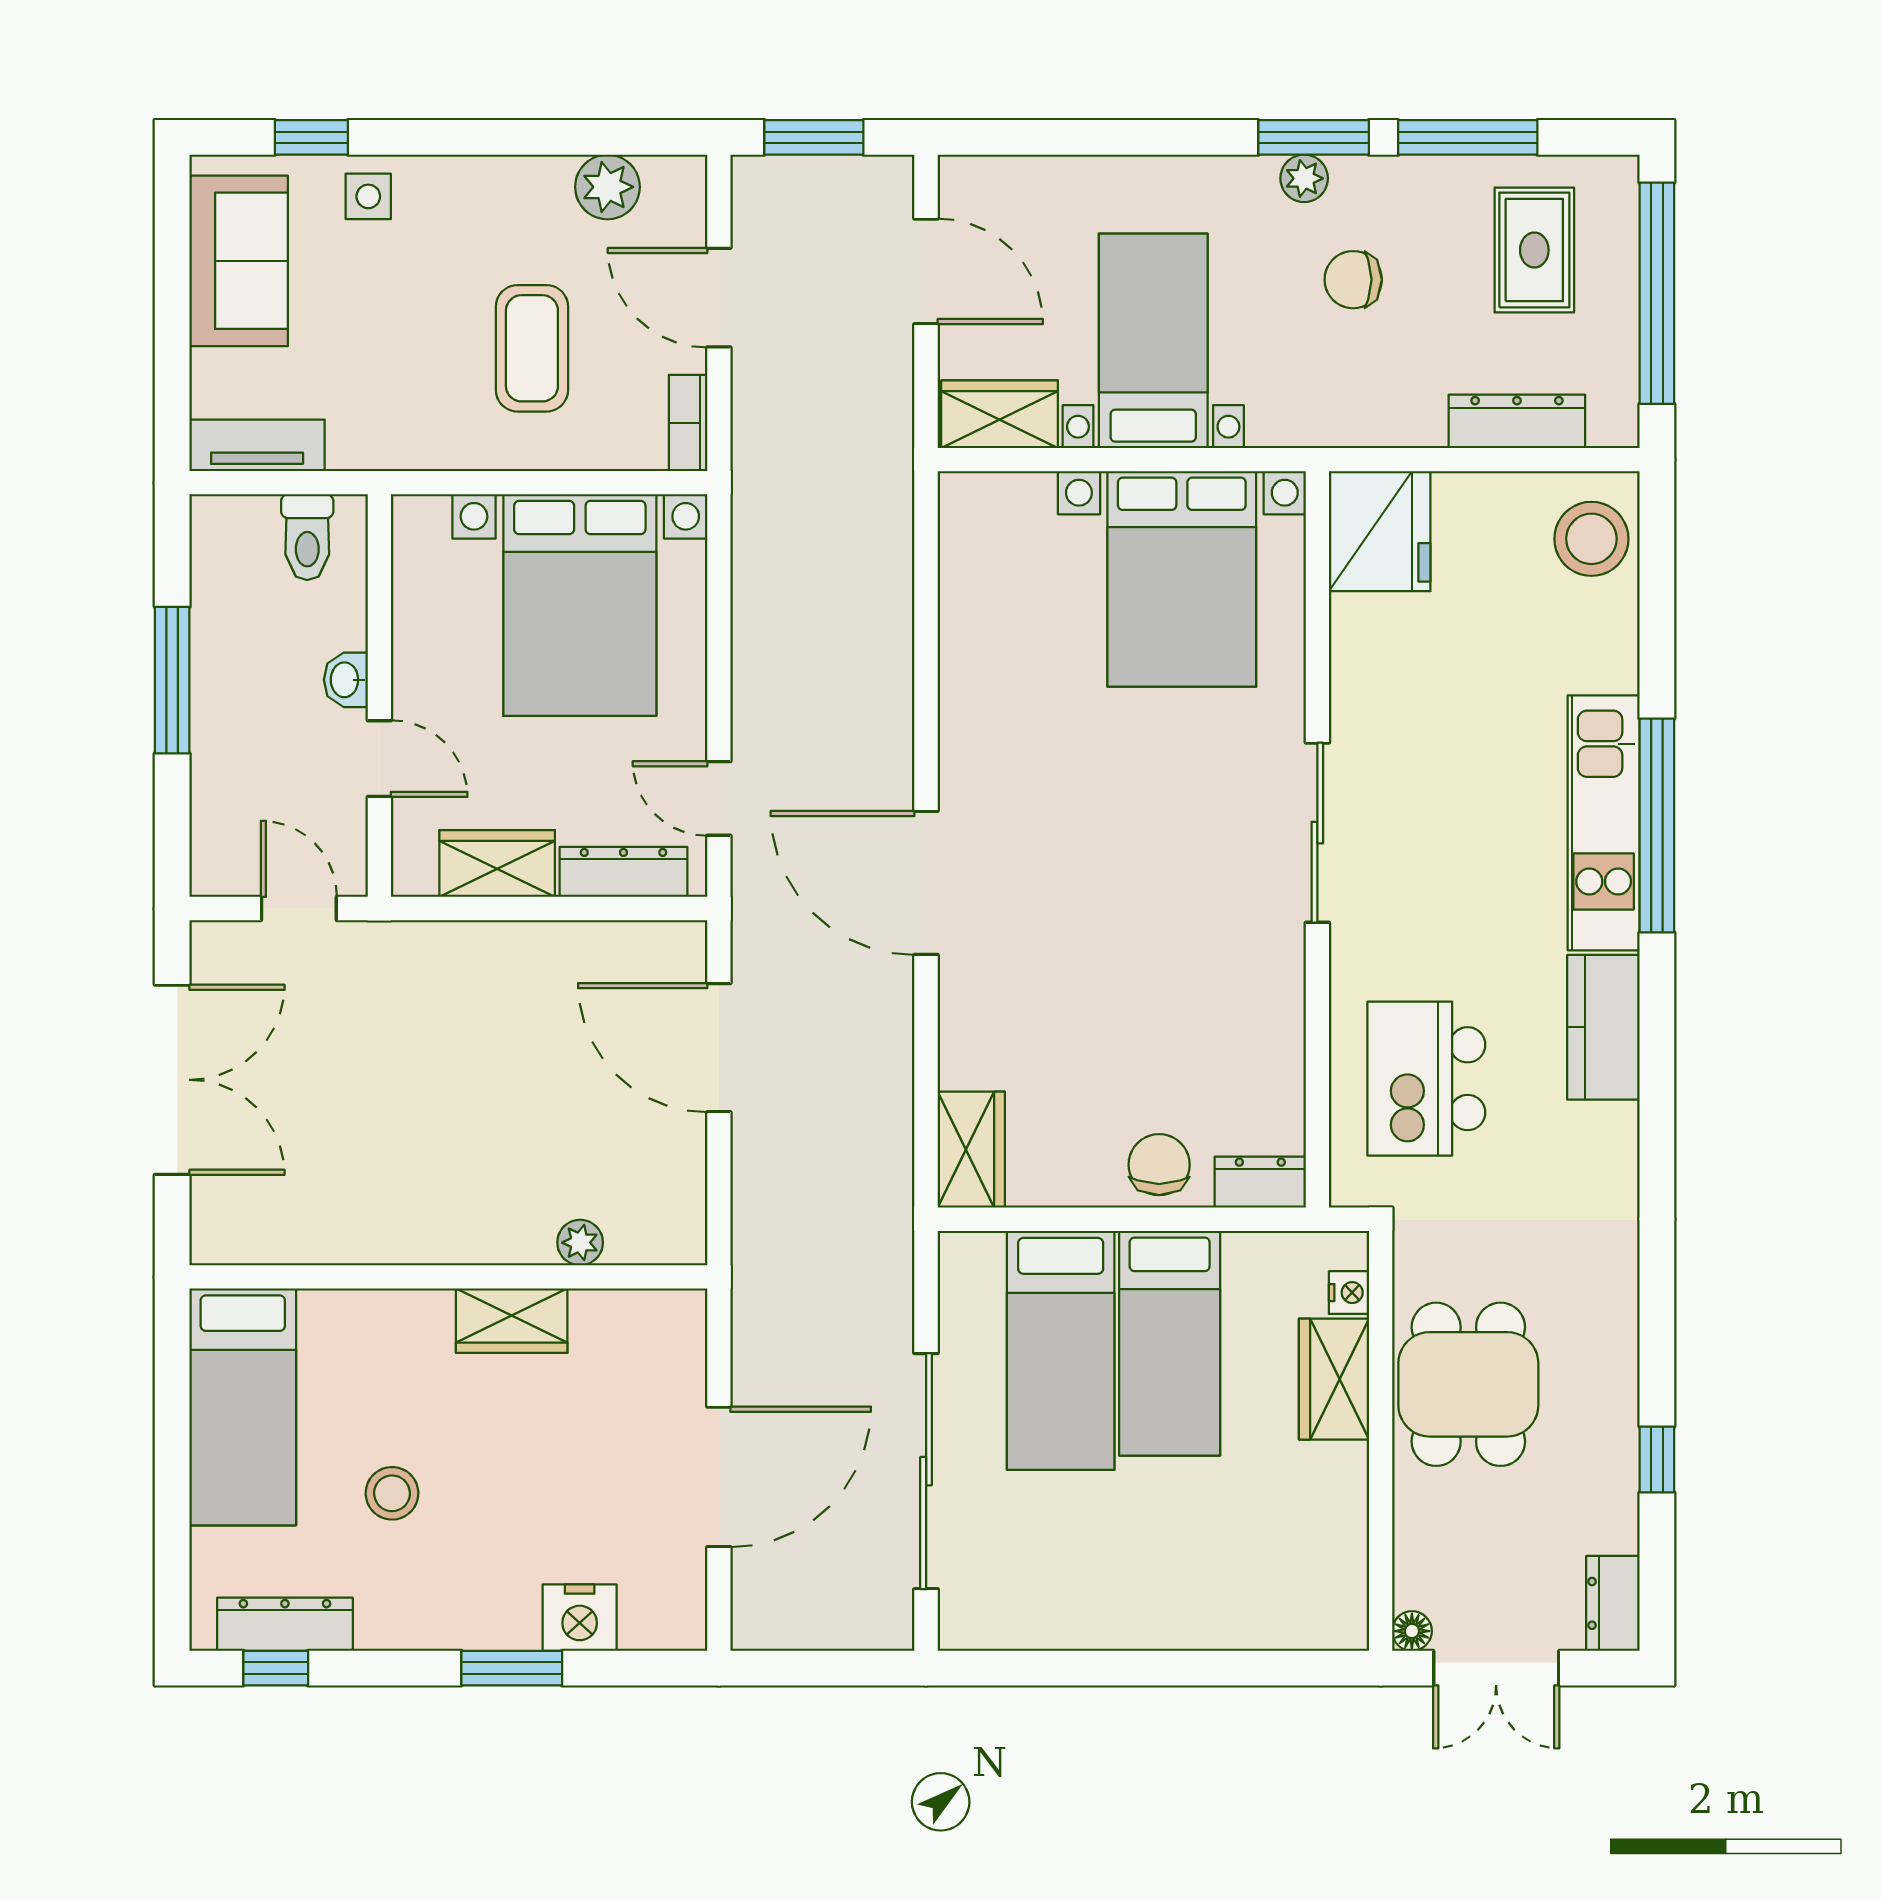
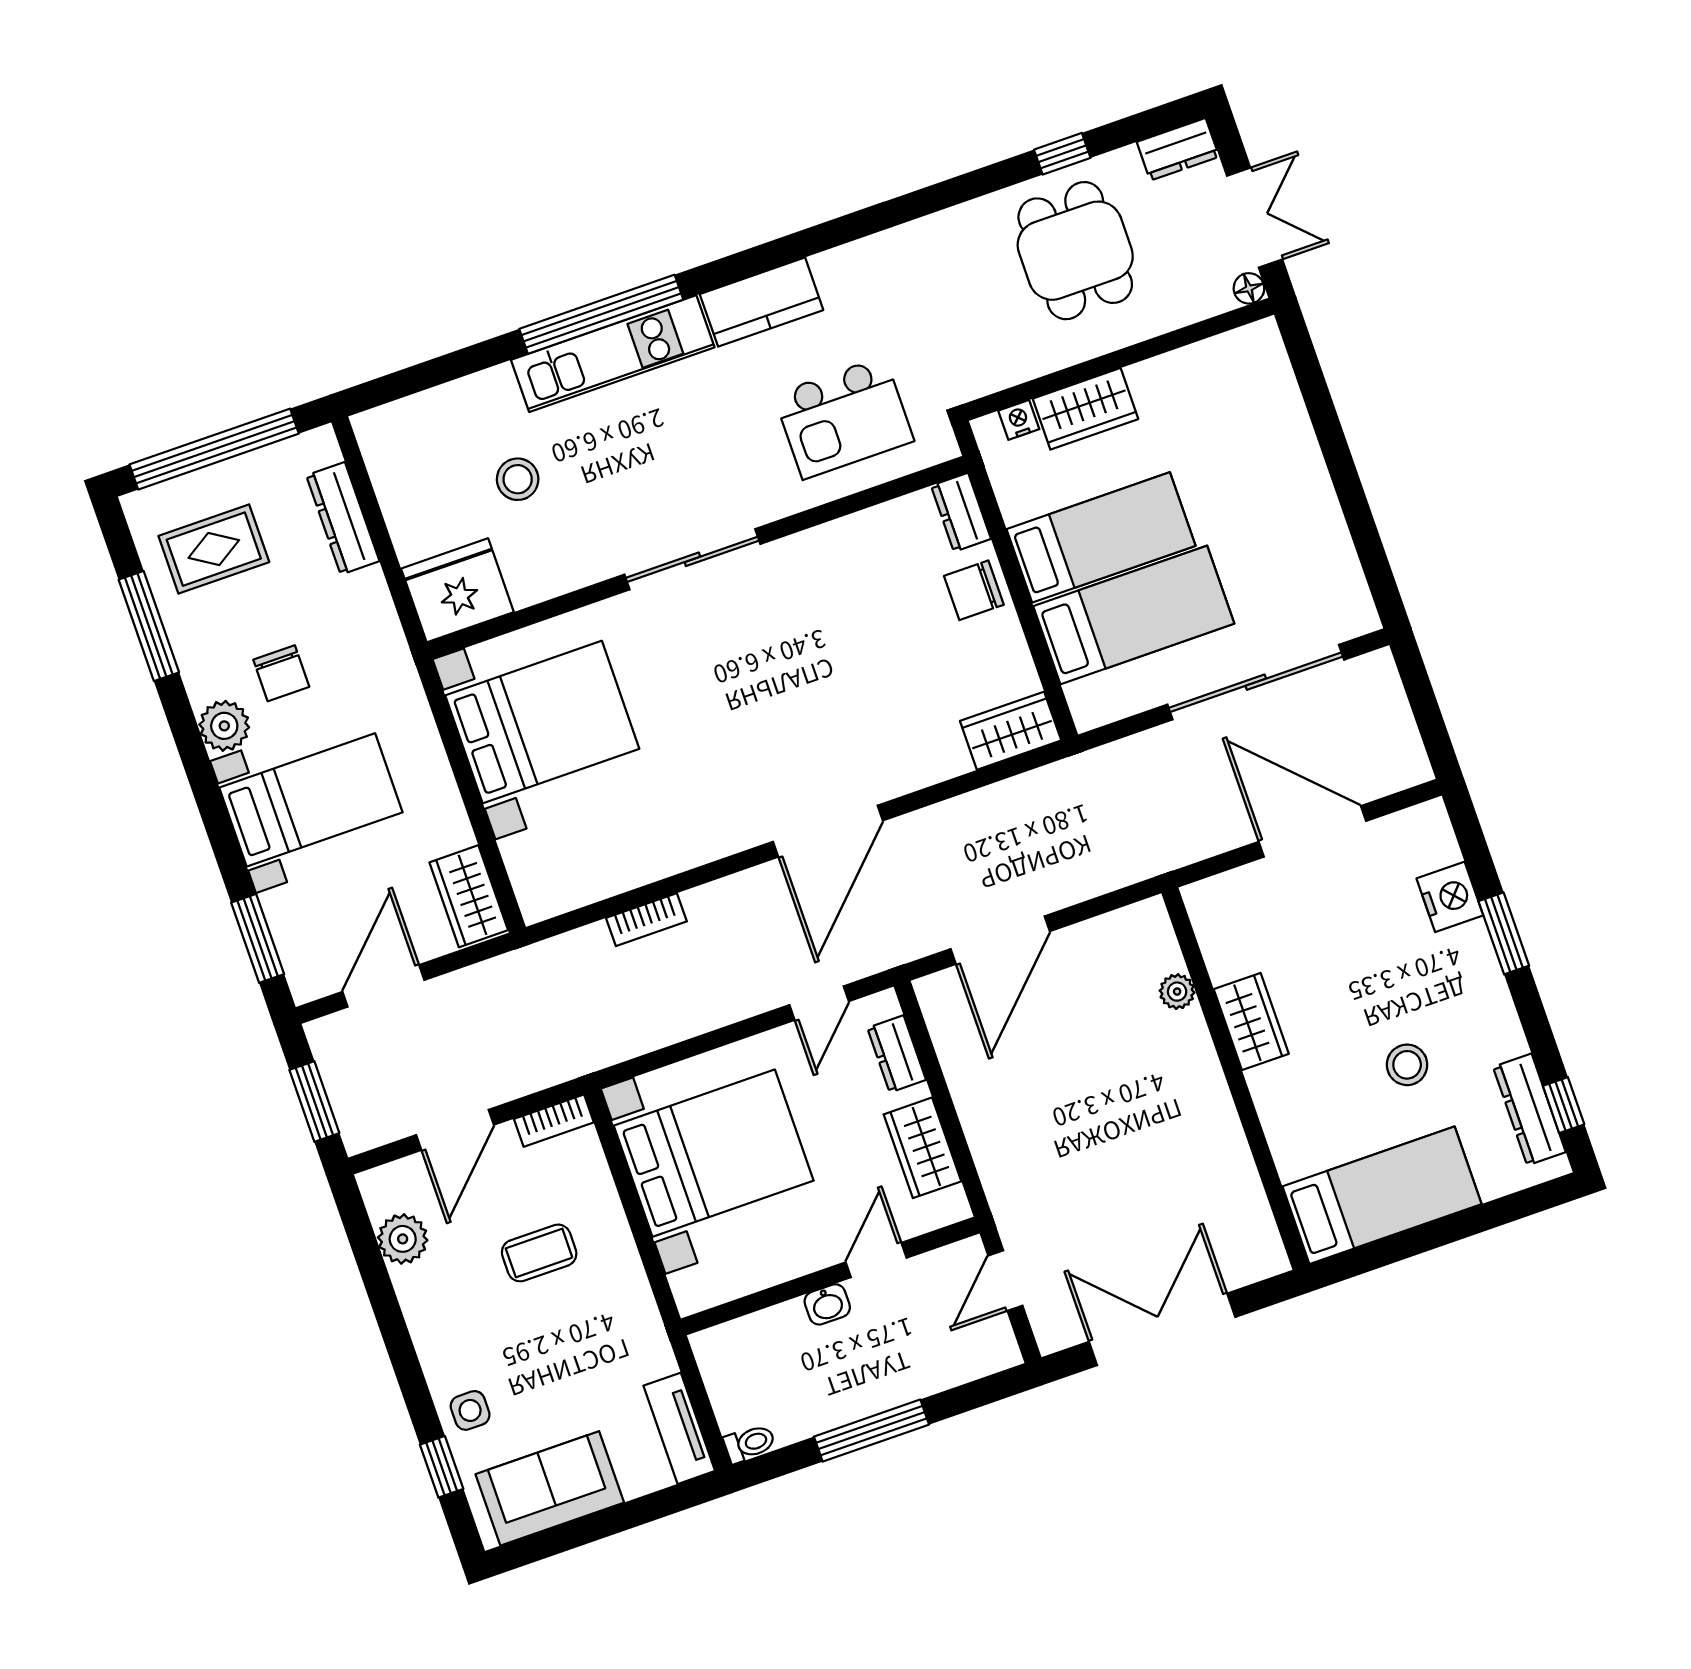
window: (1314, 137) -> (258, 938), moved
plant: (1304, 178) -> (224, 726), width x1.38, depth x1.38
bed with nightstands: (1153, 341) -> (311, 800), moved, turned 180
coffee table: (532, 348) -> (539, 1253), width x0.73, depth x0.77
toilet: (307, 537) -> (750, 1443), moved, width x0.73, depth x0.72
stool: (1591, 539) -> (518, 479), moved, width x0.73, depth x0.73
bookcase: (895, 622) -> (646, 920), added
dresser: (623, 872) -> (897, 1054), width x0.70
dining table: (1468, 1384) -> (1075, 251), moved, turned 90

